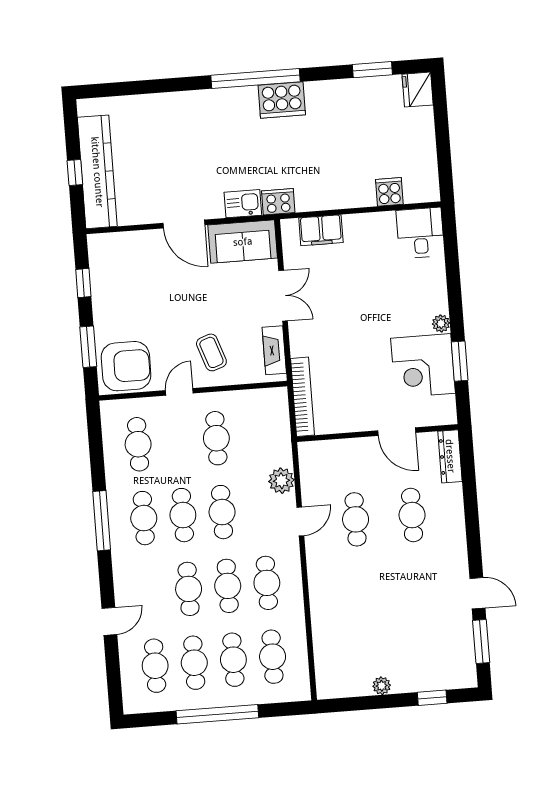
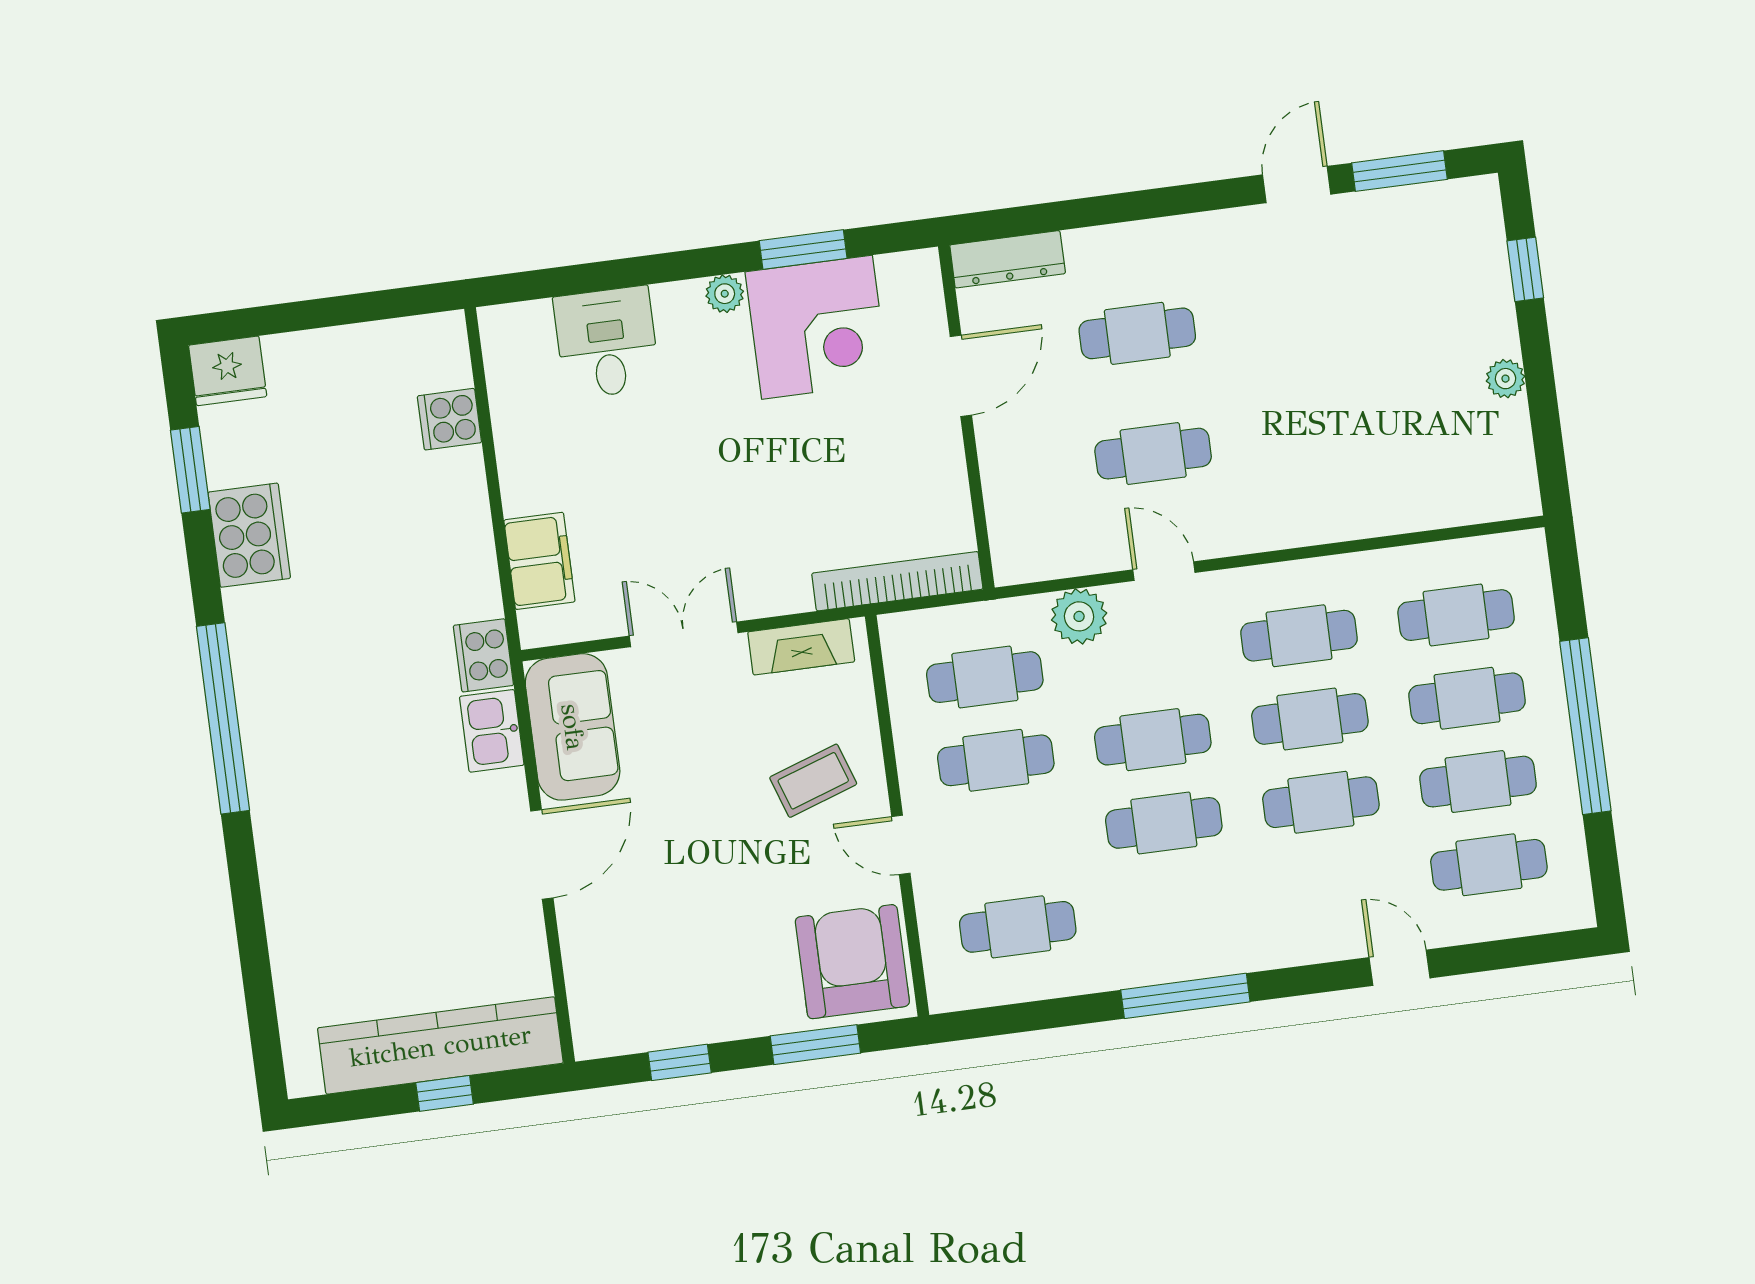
cooker: (282, 100) -> (249, 535), moved
desk: (420, 233) -> (607, 343), moved, turned 90
cafe table: (144, 518) -> (985, 677), moved

